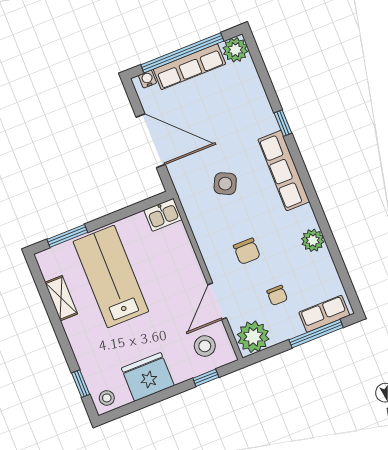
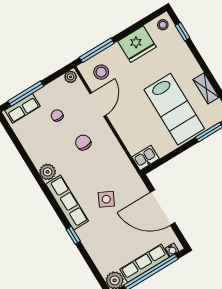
side table: (225, 184) -> (106, 199), moved
plant: (313, 240) -> (48, 172), moved
plant: (253, 337) -> (71, 77), width x0.53, depth x0.53
window: (206, 378) -> (97, 50), width x2.17

